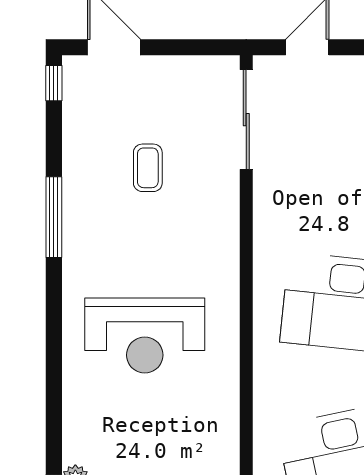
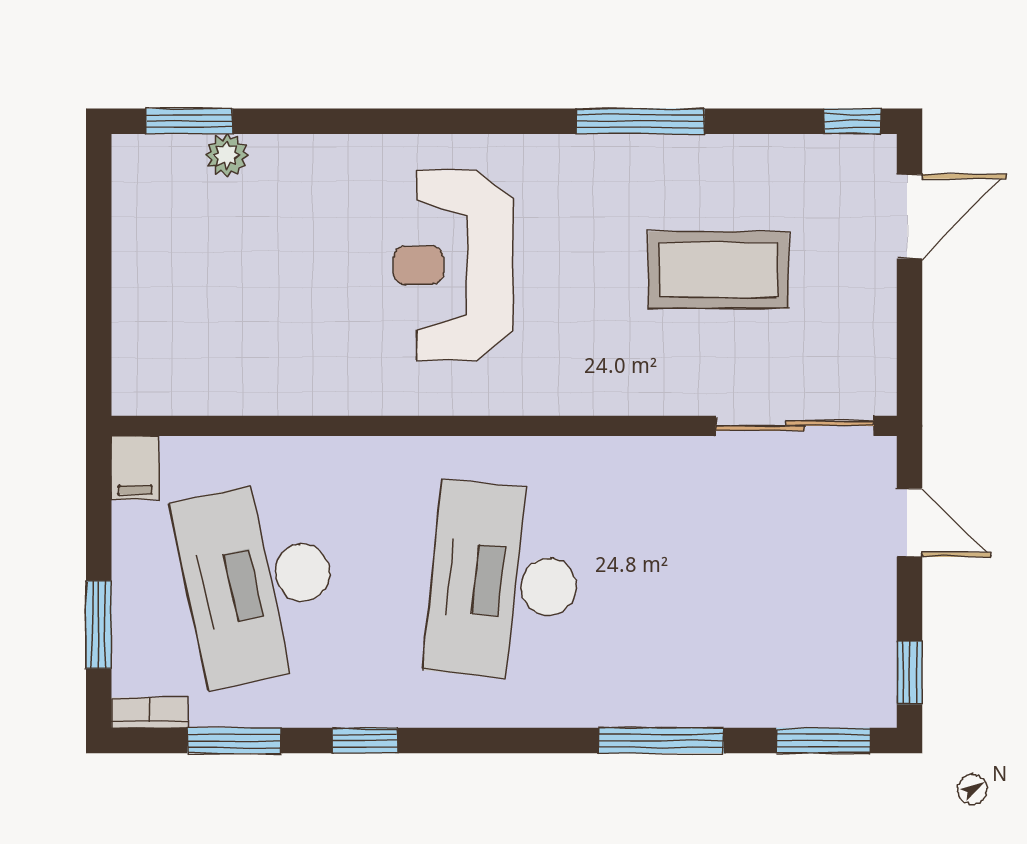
coffee table: (148, 168) -> (718, 270), width x1.86, depth x1.72

